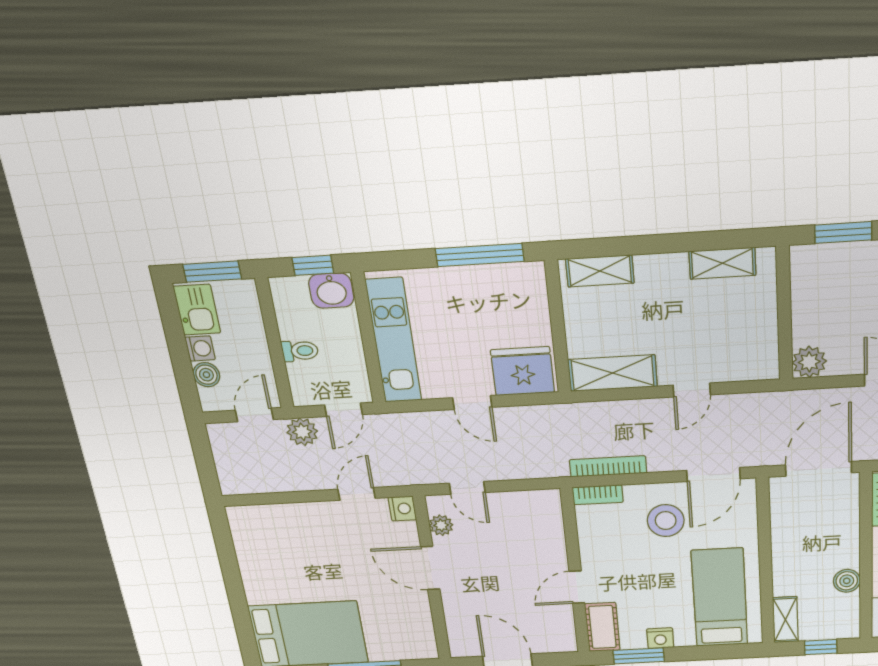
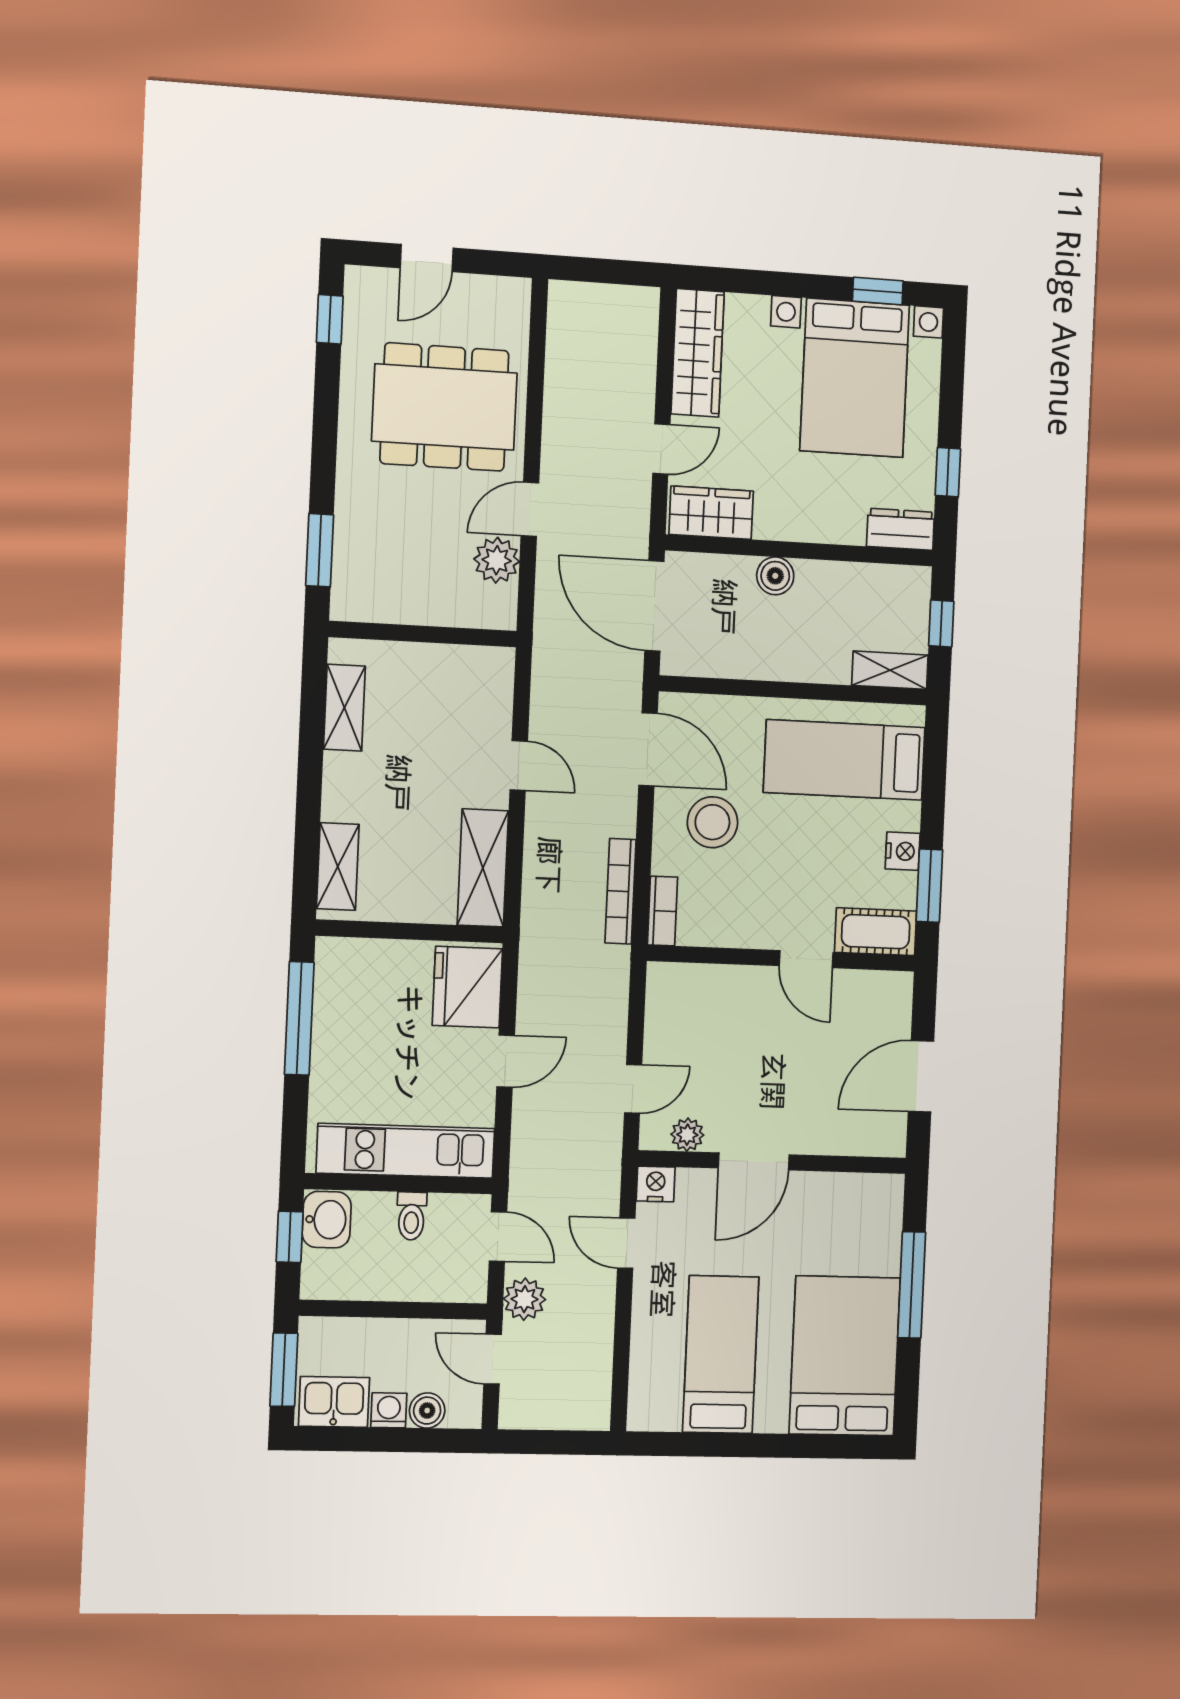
toilet: (300, 351) -> (411, 1216), moved, turned 180
plant: (809, 362) -> (497, 560), moved
bed: (292, 560) -> (721, 1355), added
boiler: (847, 581) -> (775, 576), moved

